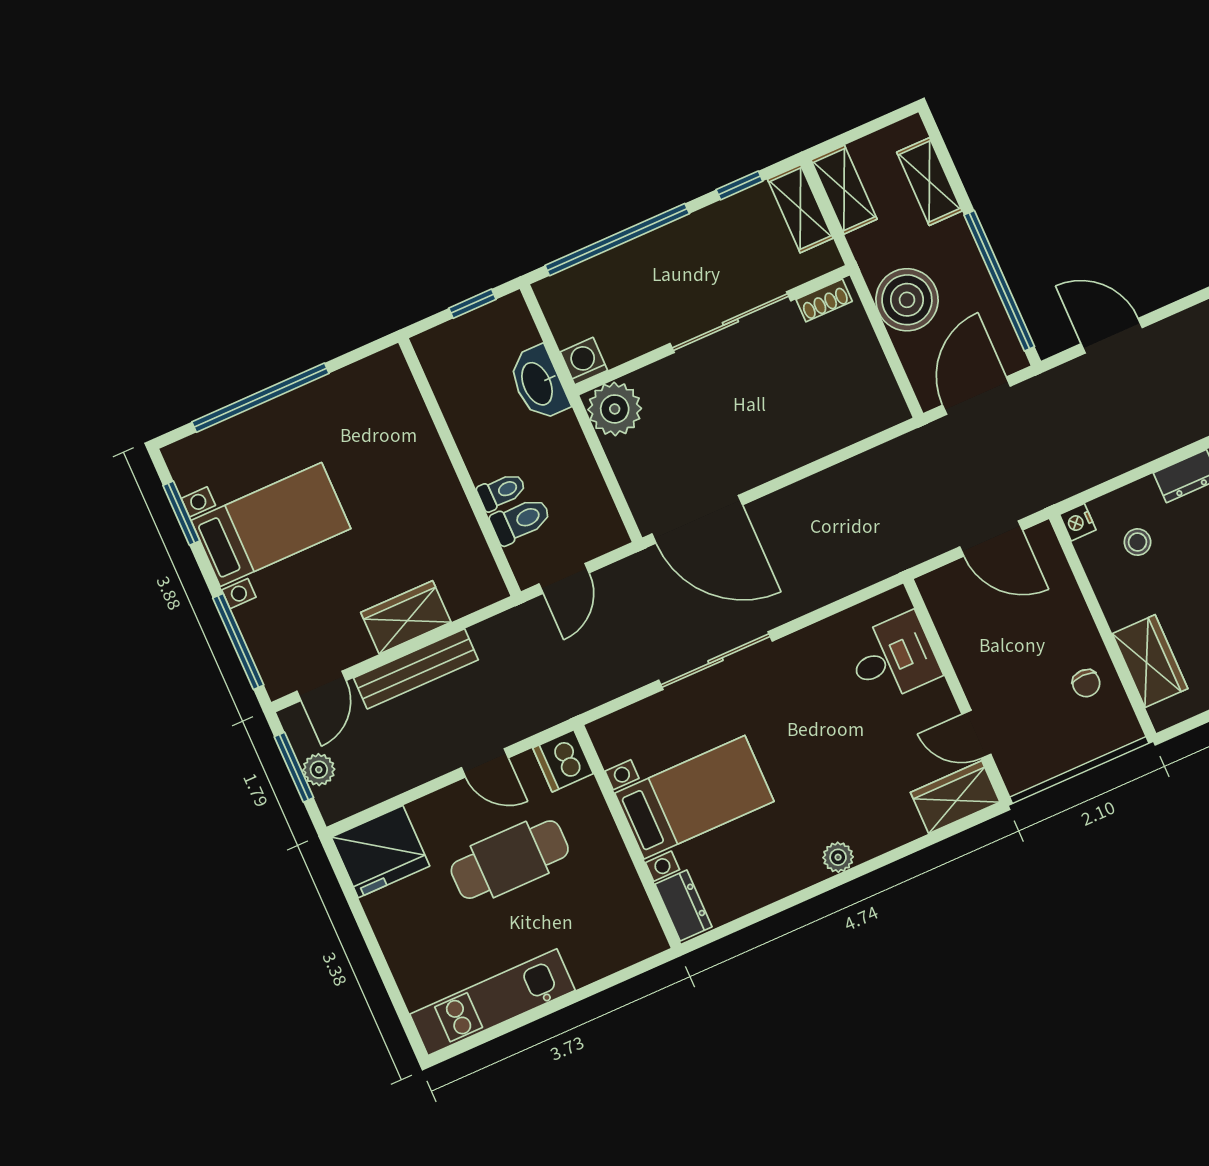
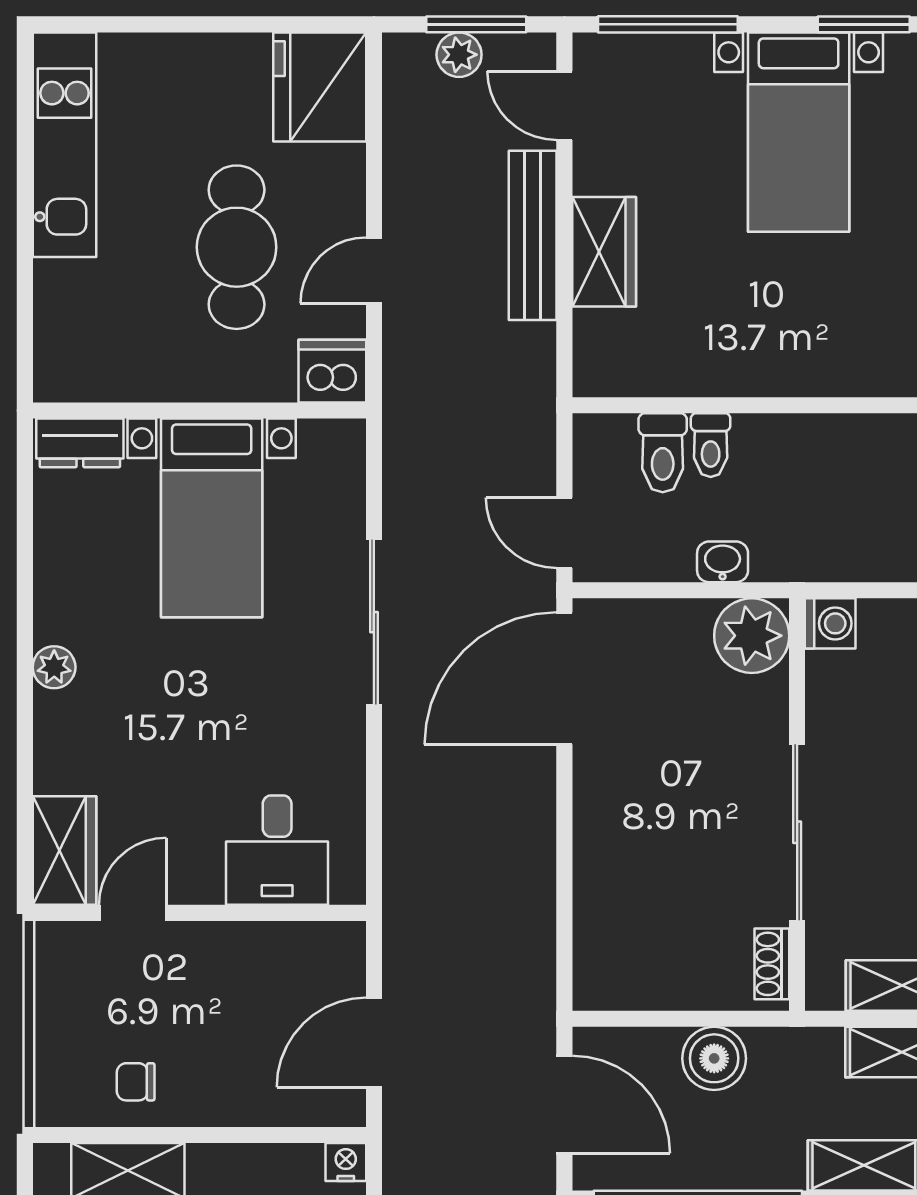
boiler: (907, 300) -> (714, 1058), width x0.73, depth x0.73
washbasin: (538, 383) -> (723, 562), moved, width x0.52, depth x0.69
door: (564, 578) -> (564, 533), moved

